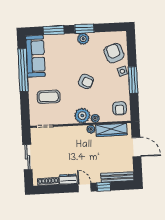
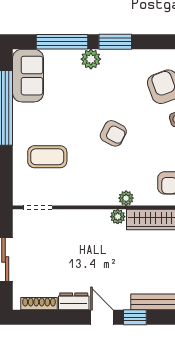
window: (54, 30) -> (62, 42), width x1.44
plant: (83, 39) -> (91, 59), moved
sofa: (35, 56) -> (28, 76), width x0.73
plant: (82, 116) -> (104, 192), removed

